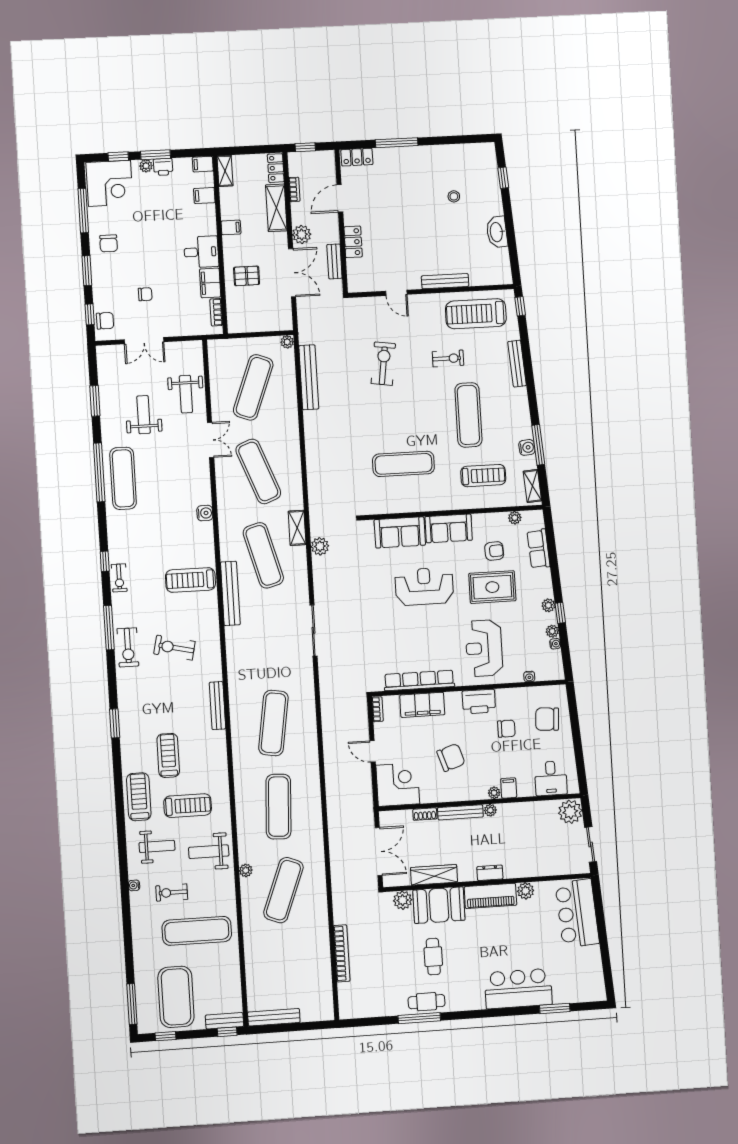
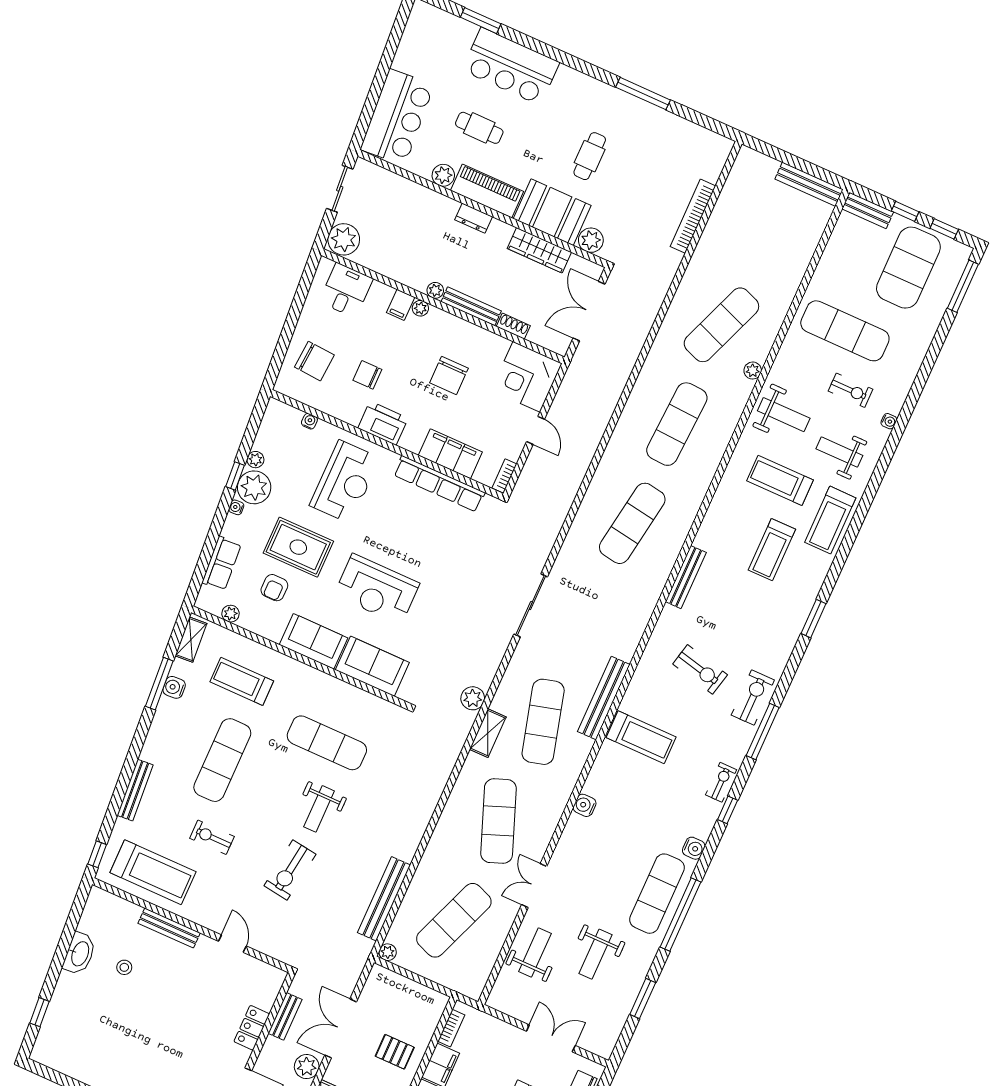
stool: (454, 196) -> (124, 967), moved
weight bench: (385, 416) -> (319, 809), added
water cooler: (114, 523) -> (694, 848), added
armchair: (494, 551) -> (274, 588), turned -87
plant: (548, 605) -> (254, 487), width x1.88, depth x1.88
water cooler: (555, 644) -> (236, 507), moved
chair: (451, 757) -> (449, 376), turned -72
cafe table: (427, 1002) -> (479, 128), moved
window: (227, 1032) -> (905, 211), moved

